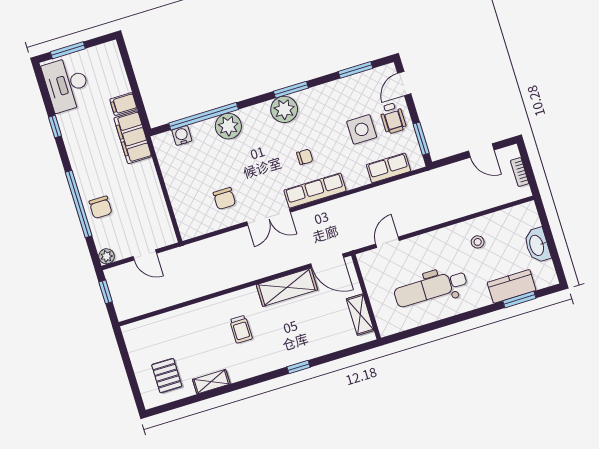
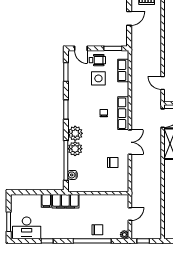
plant: (284, 109) -> (75, 133), moved

